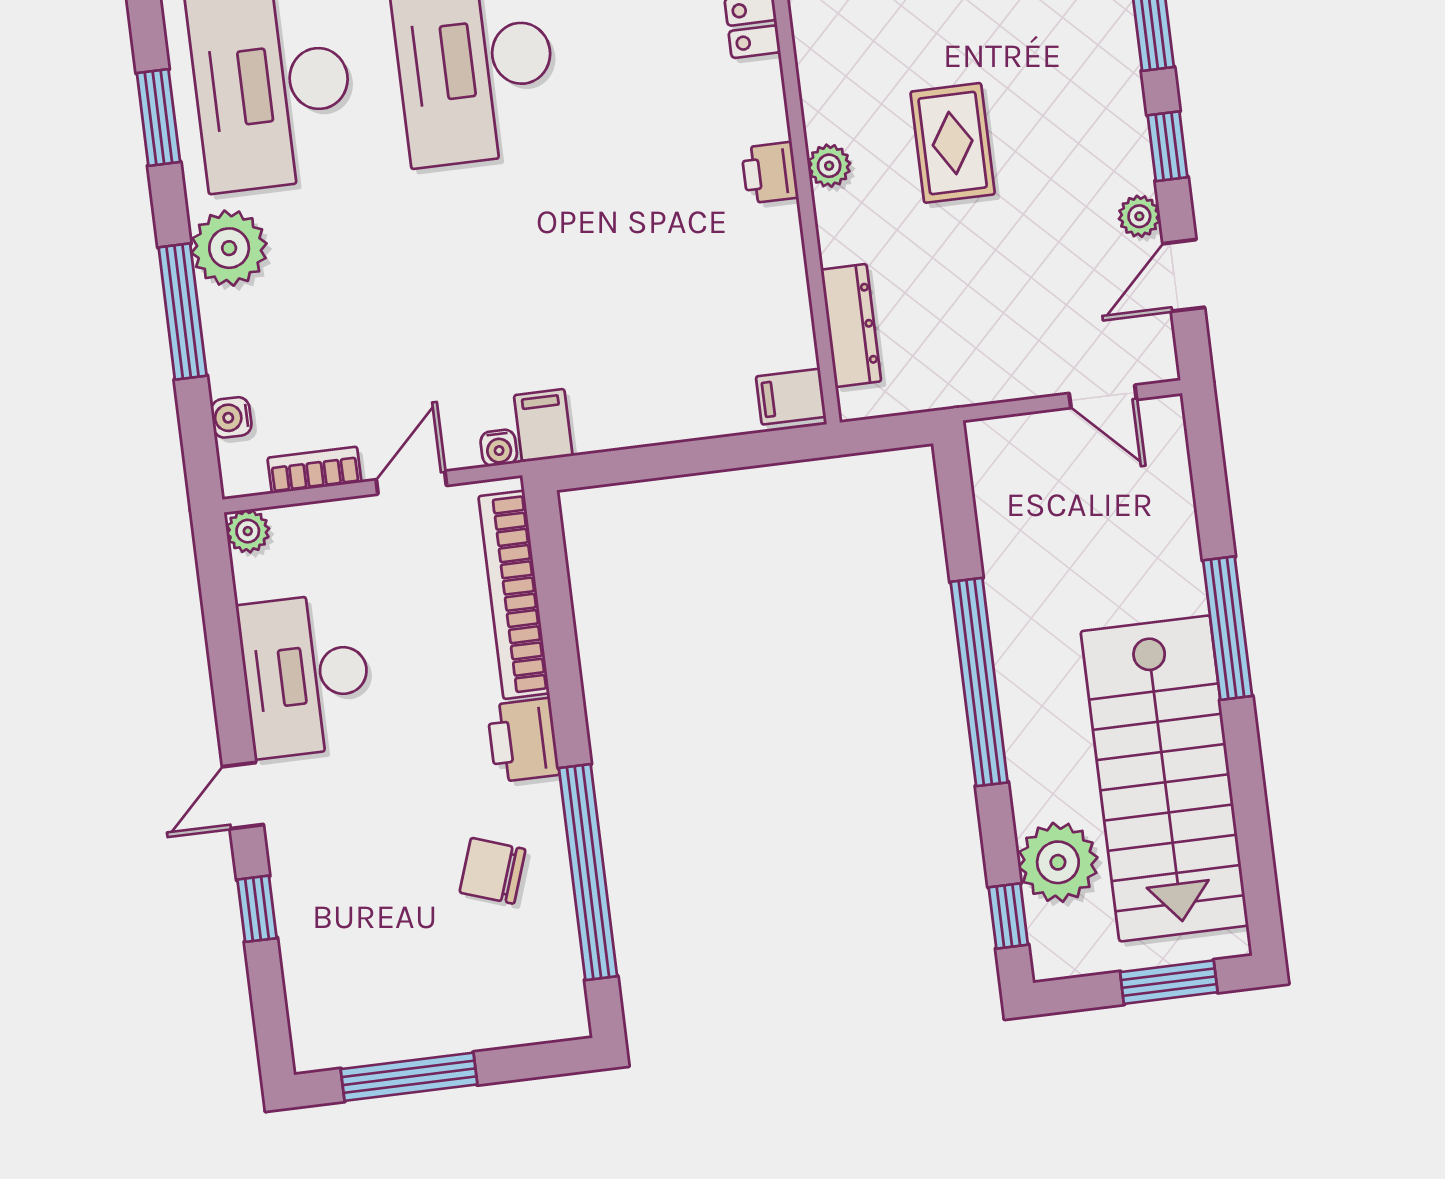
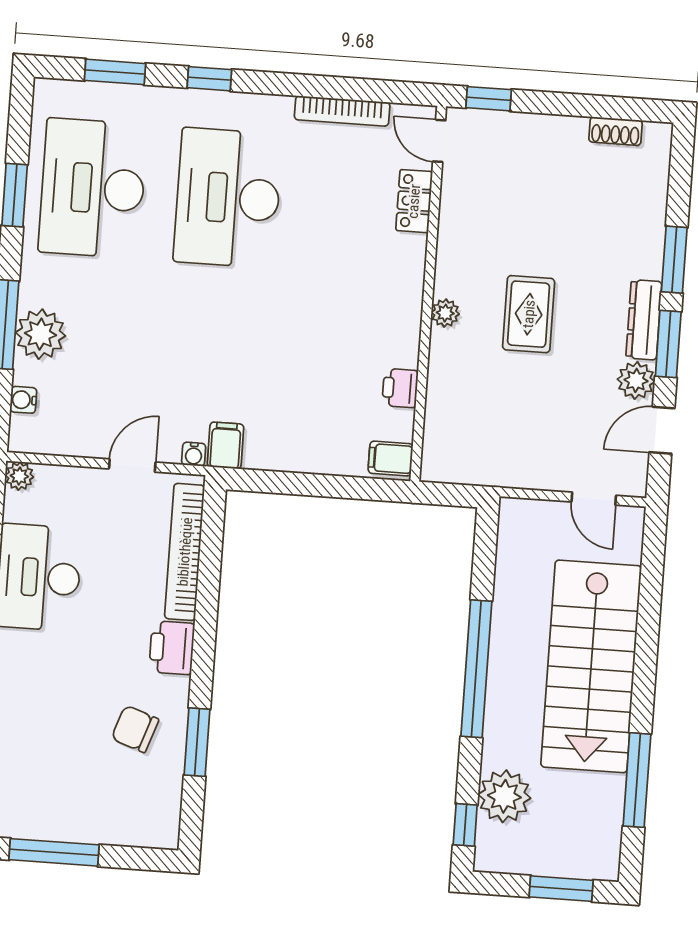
window: (1168, 146) -> (668, 344), width x1.50
printer: (770, 173) -> (400, 388), moved
plant: (1139, 216) -> (636, 380), width x1.38, depth x1.38
plant: (229, 248) -> (40, 334), moved
dresser: (851, 325) -> (644, 320), moved, turned 180
bookcase: (314, 470) -> (71, 445), removed
window: (1228, 628) -> (637, 780), moved
stairs: (1165, 778) -> (591, 666), moved
window: (588, 872) -> (197, 742), width x0.47

